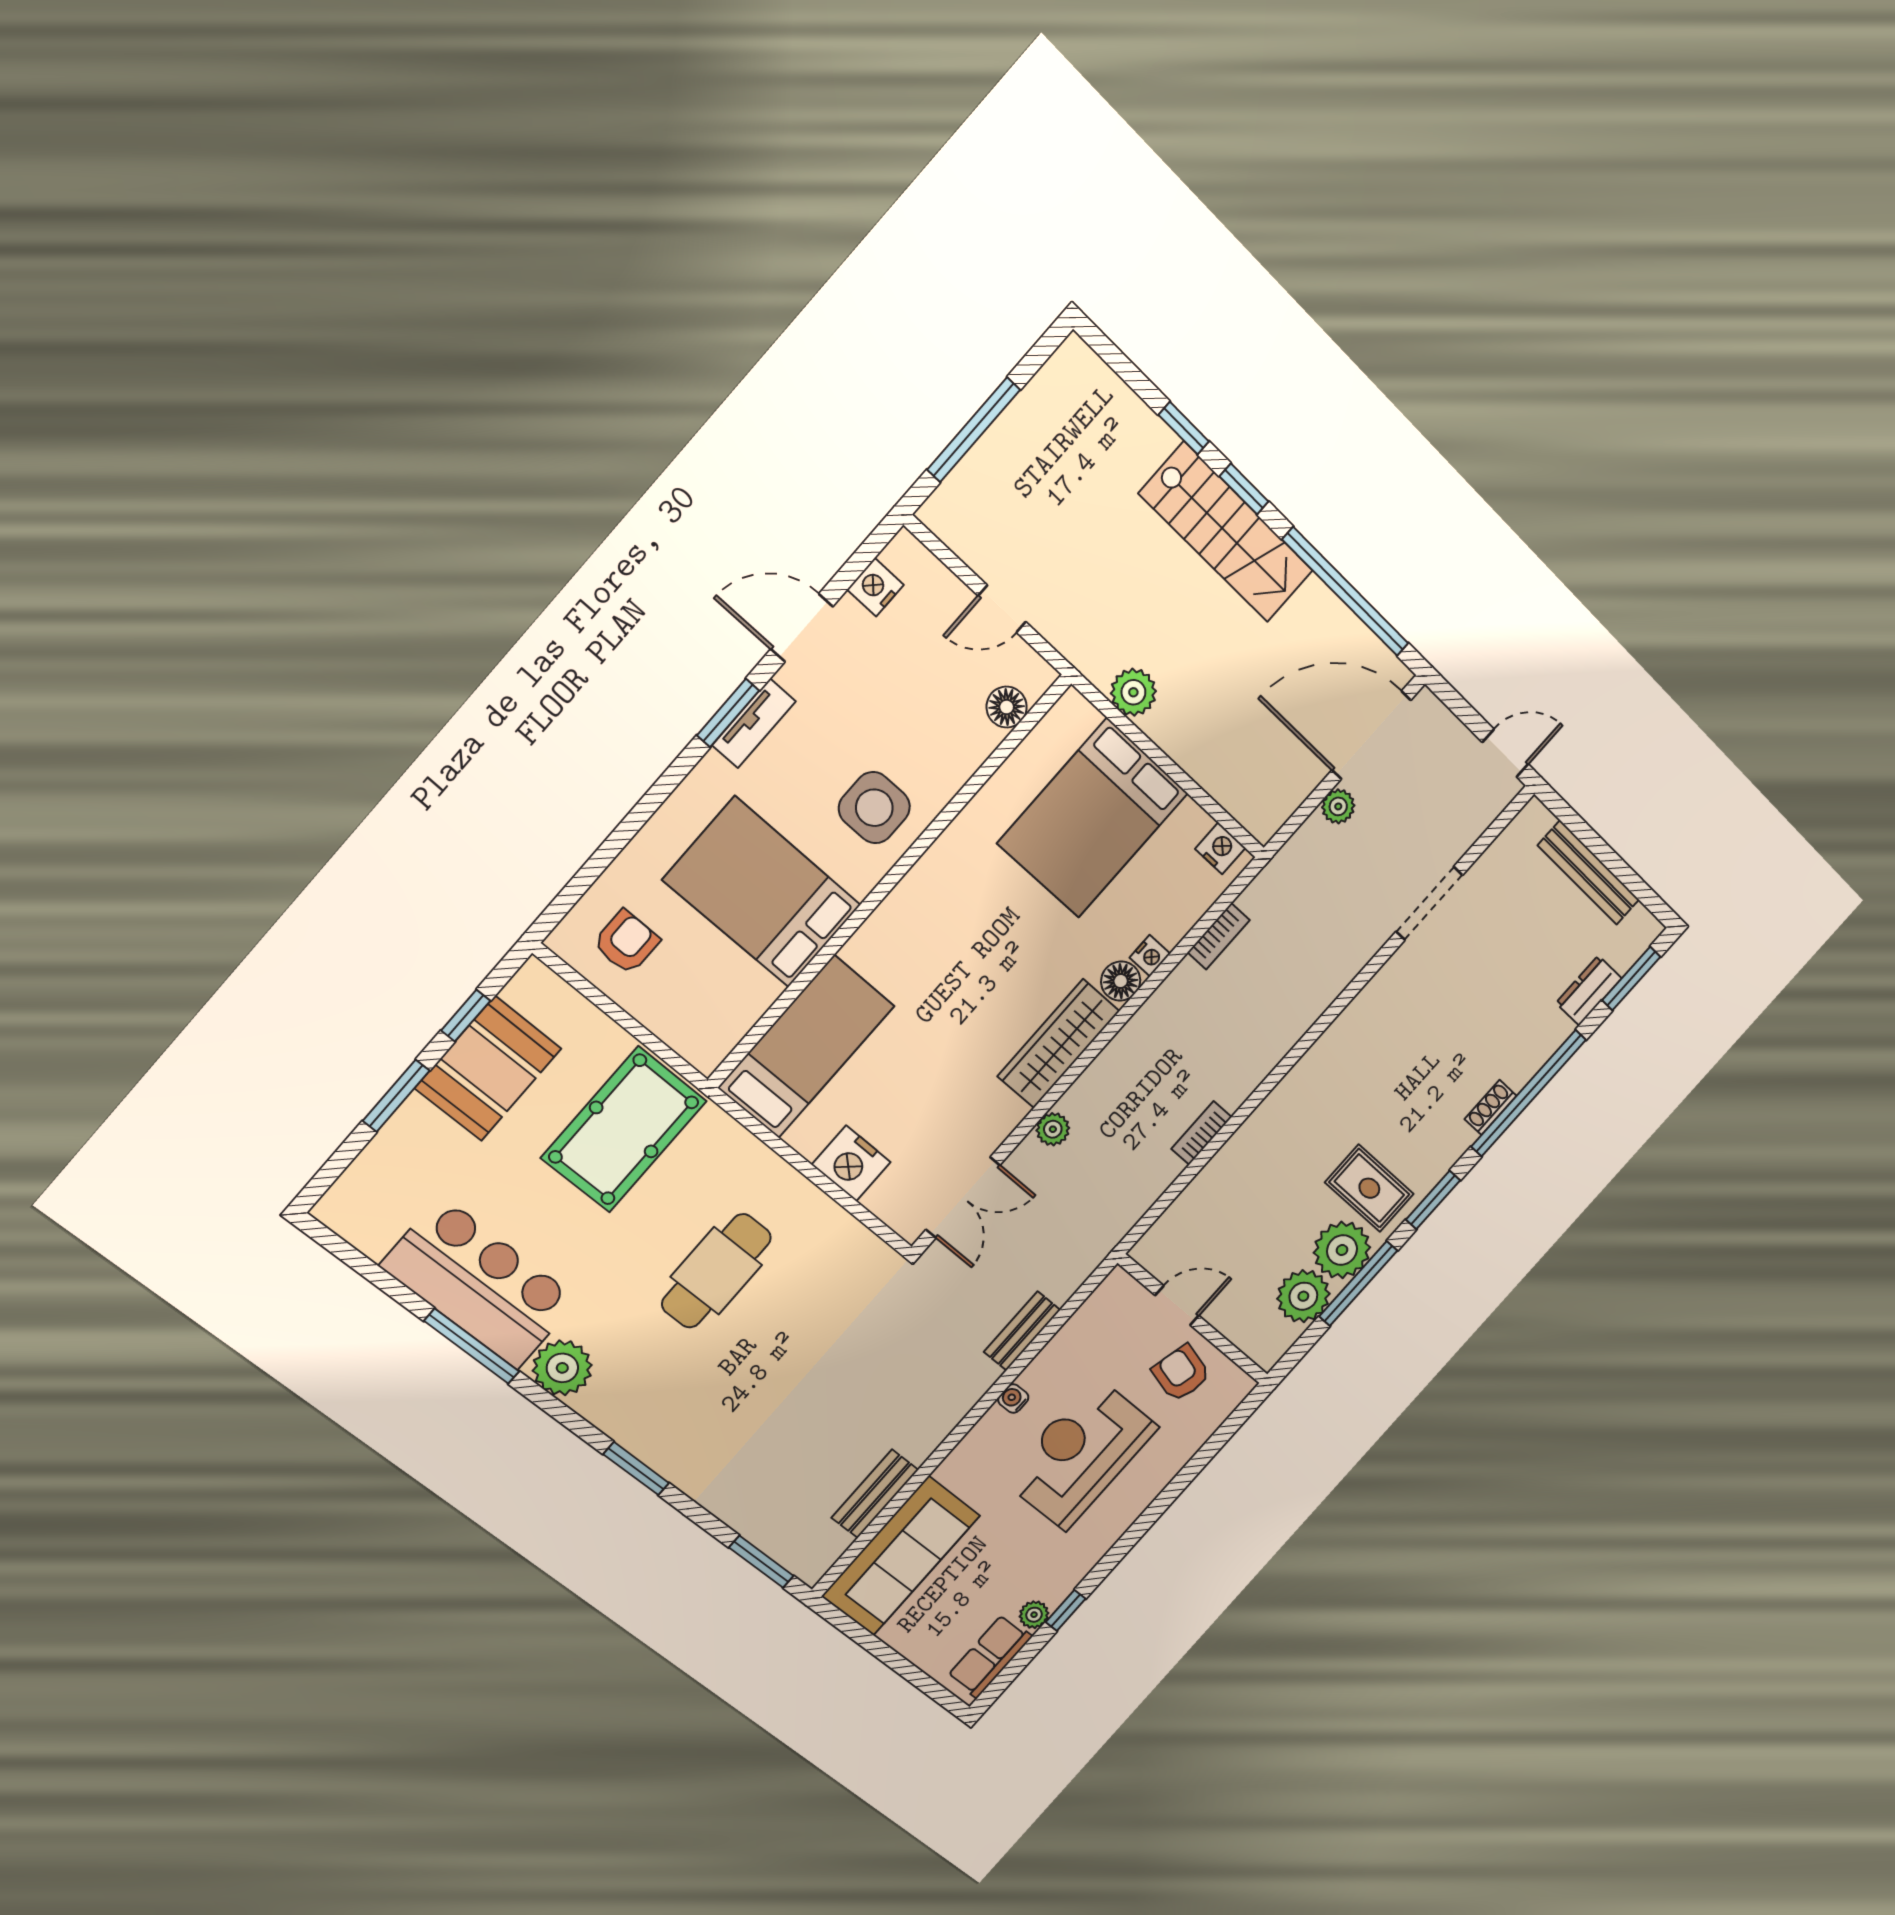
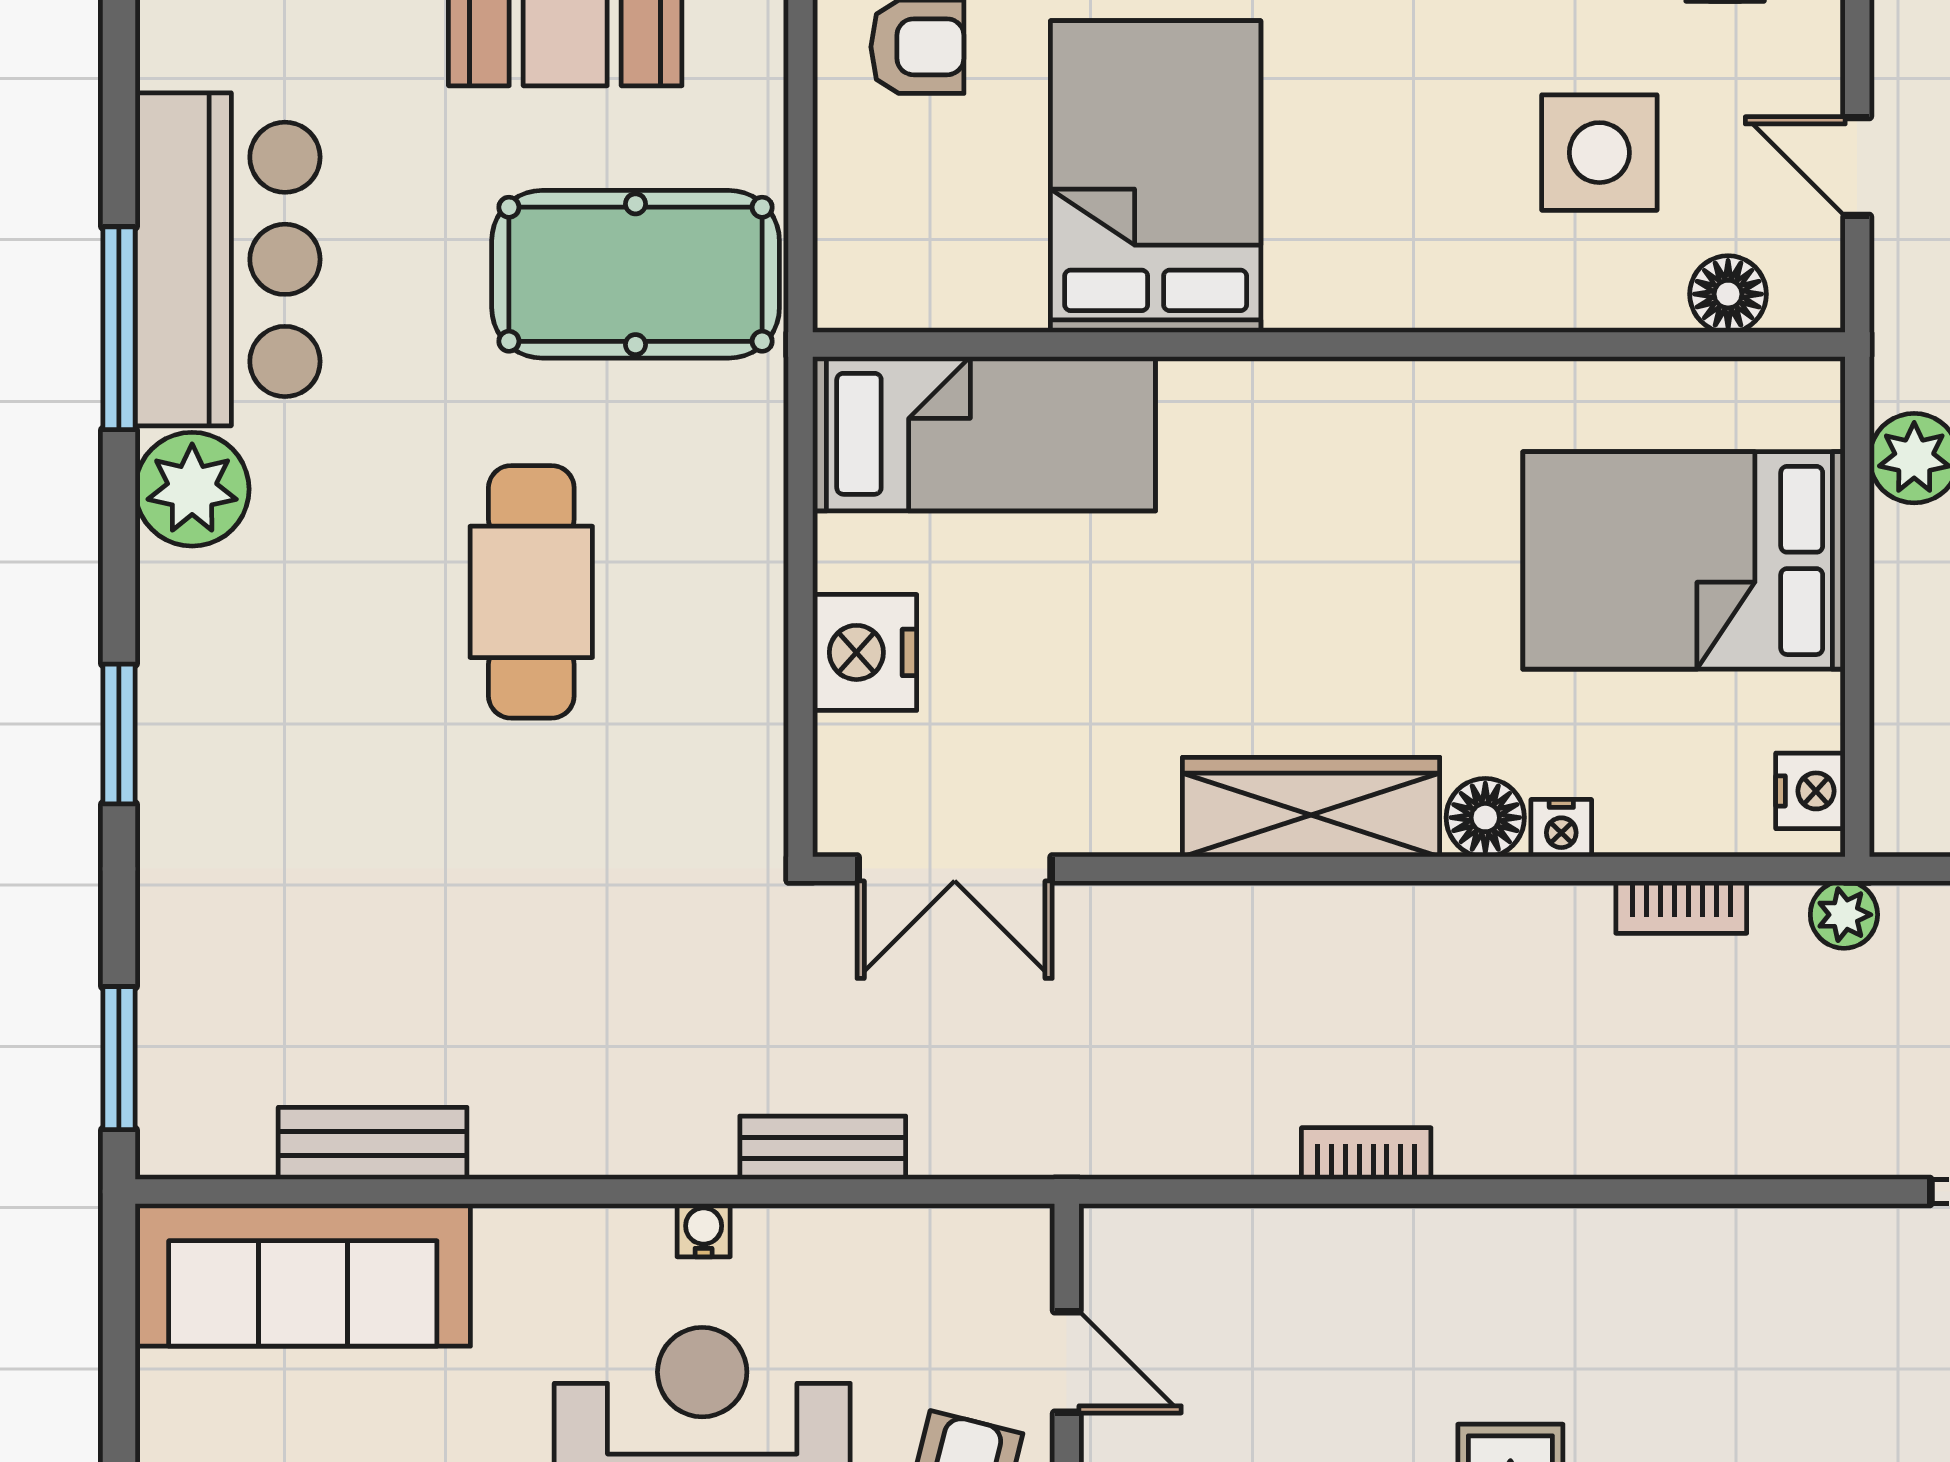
side table: (874, 808) -> (1599, 153), moved
plant: (1053, 1129) -> (1844, 915), moved
cafe table: (716, 1271) -> (531, 592), turned 90

